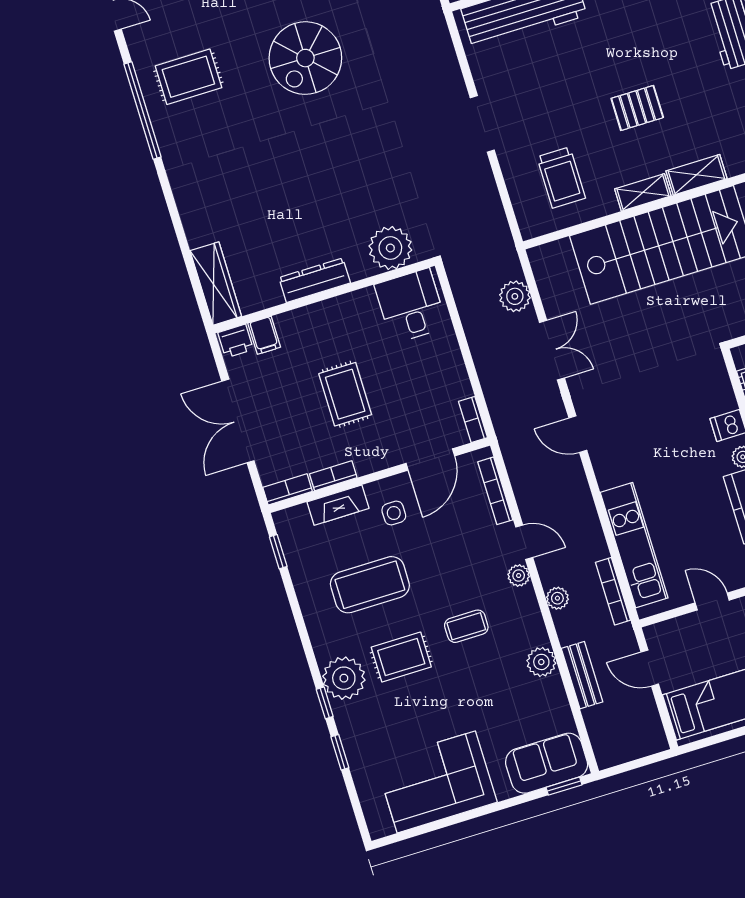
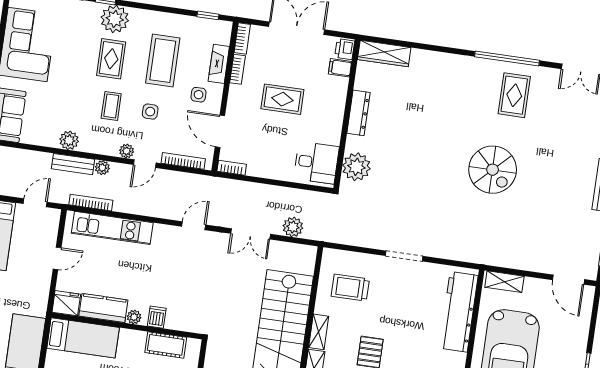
spiral stairs: (305, 58) -> (493, 170), turned 180
side table: (449, 569) -> (150, 112), added
bench: (582, 675) -> (73, 164), moved

